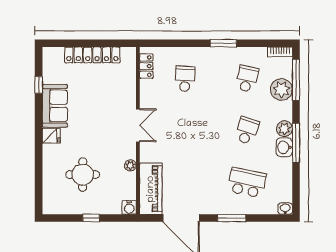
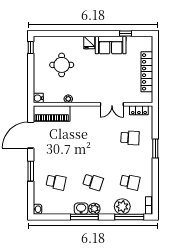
window: (223, 43) -> (155, 149), moved
double door: (138, 125) -> (112, 104), moved
school desk: (247, 183) -> (56, 182), width x0.54
window: (91, 218) -> (31, 48), moved

